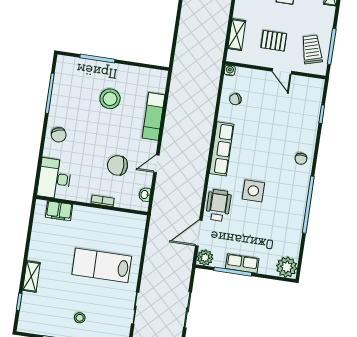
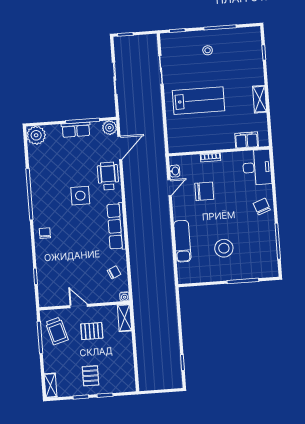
shelving: (237, 35) -> (125, 318), moved
door: (156, 164) -> (170, 188), moved
wheelchair: (218, 205) -> (108, 176), turned 180
shelving: (31, 277) -> (260, 99), moved

